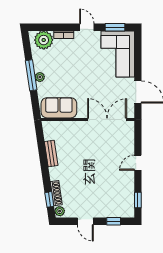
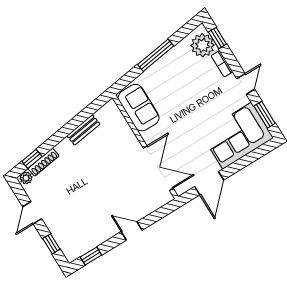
window: (45, 27) -> (217, 38), added
plant: (40, 77) -> (159, 66), removed

